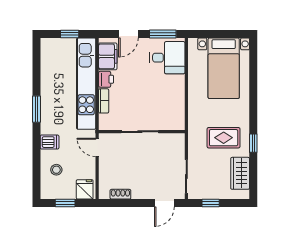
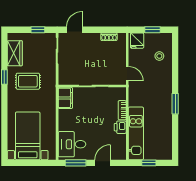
filing cabinet: (108, 56) -> (65, 98), moved, turned 180
kitchen unit: (86, 84) -> (136, 133), width x0.73
dishwasher: (50, 142) -> (165, 78), removed

